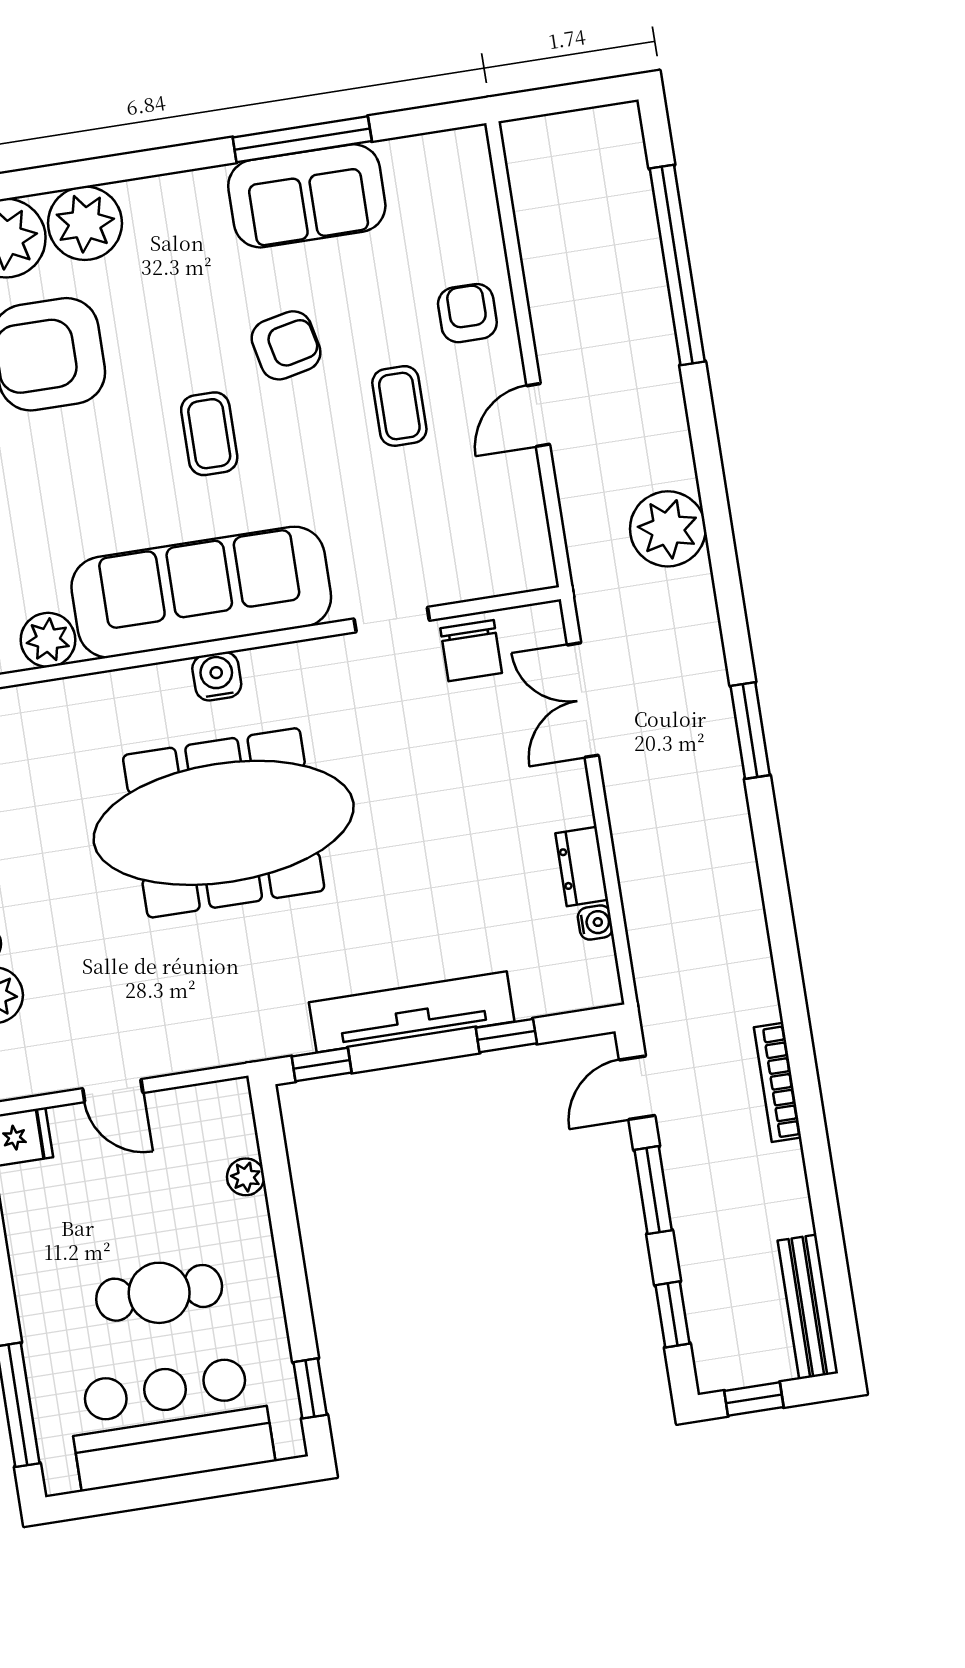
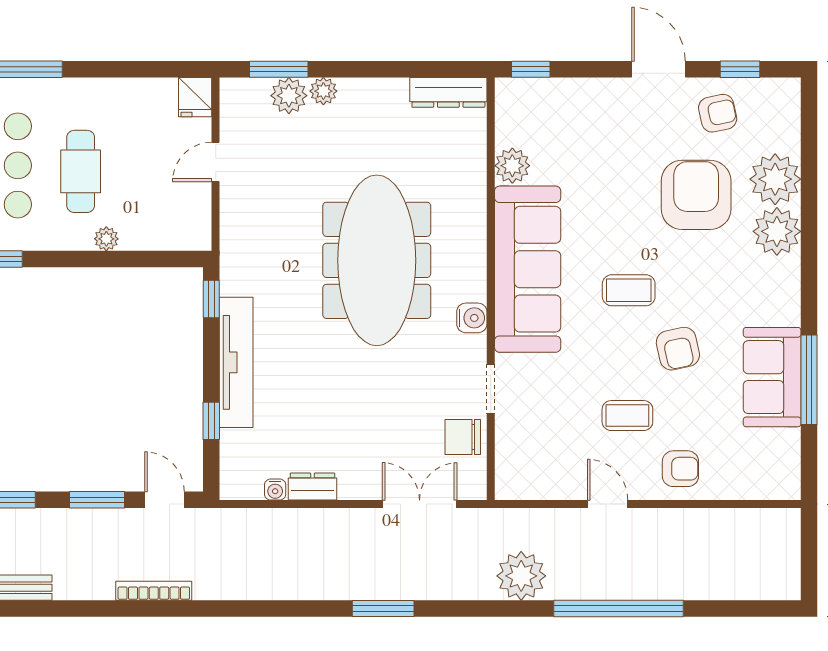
window: (677, 265) -> (618, 609), moved
water cooler: (217, 676) -> (472, 318), moved
plant: (246, 1177) -> (106, 239), moved

